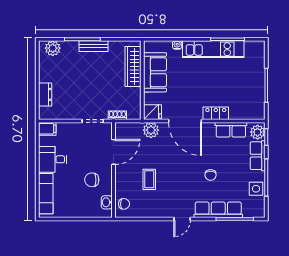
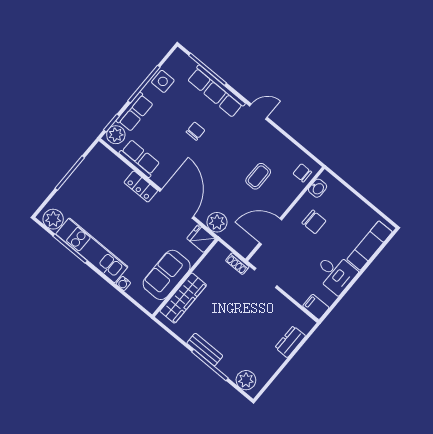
plant: (253, 48) -> (53, 219), added

